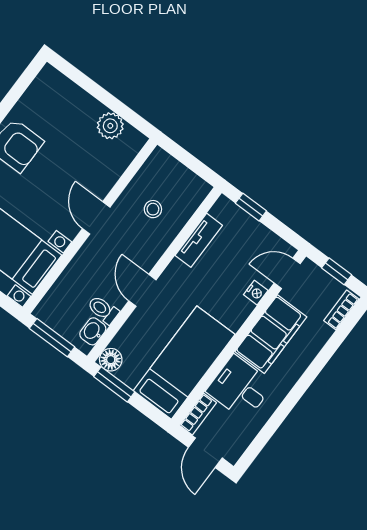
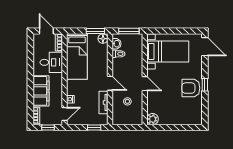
plant: (110, 126) -> (153, 119), moved
door: (142, 290) -> (110, 83), moved
filing cabinet: (271, 334) -> (41, 91), moved, turned 180

